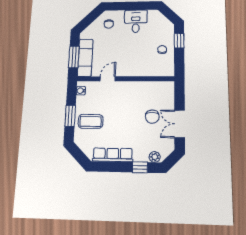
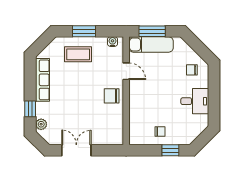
chair: (152, 117) -> (112, 96), moved
coffee table: (91, 121) -> (78, 54), turned 90

